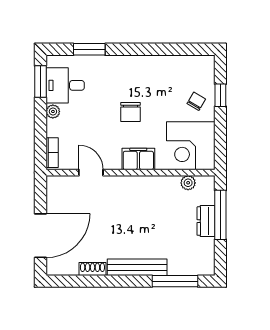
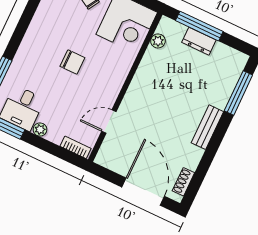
filing cabinet: (138, 159) -> (117, 75), removed
bench: (137, 267) -> (207, 127), width x0.73
shoe rack: (92, 269) -> (183, 182), moved

